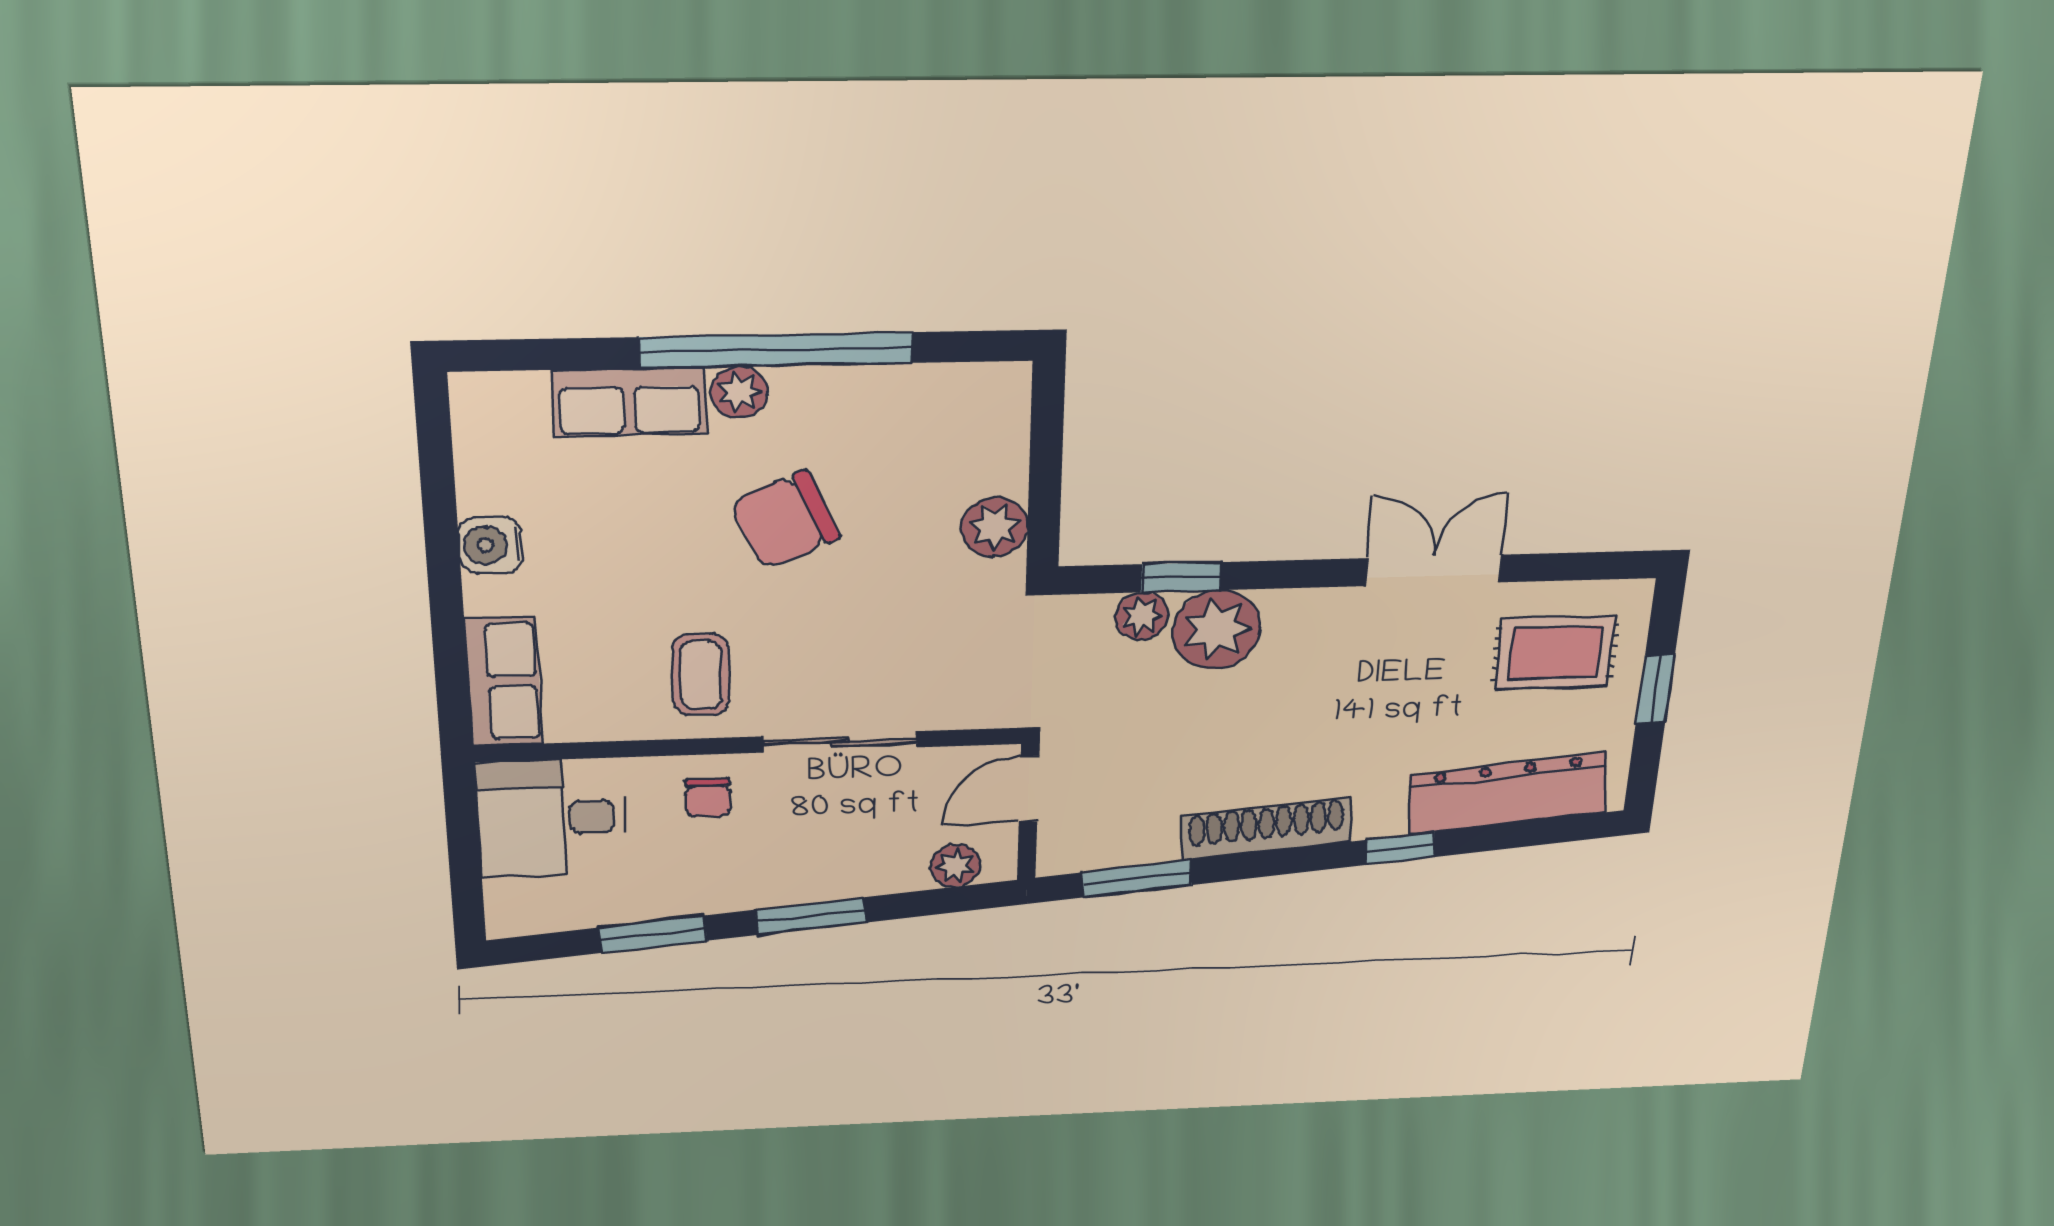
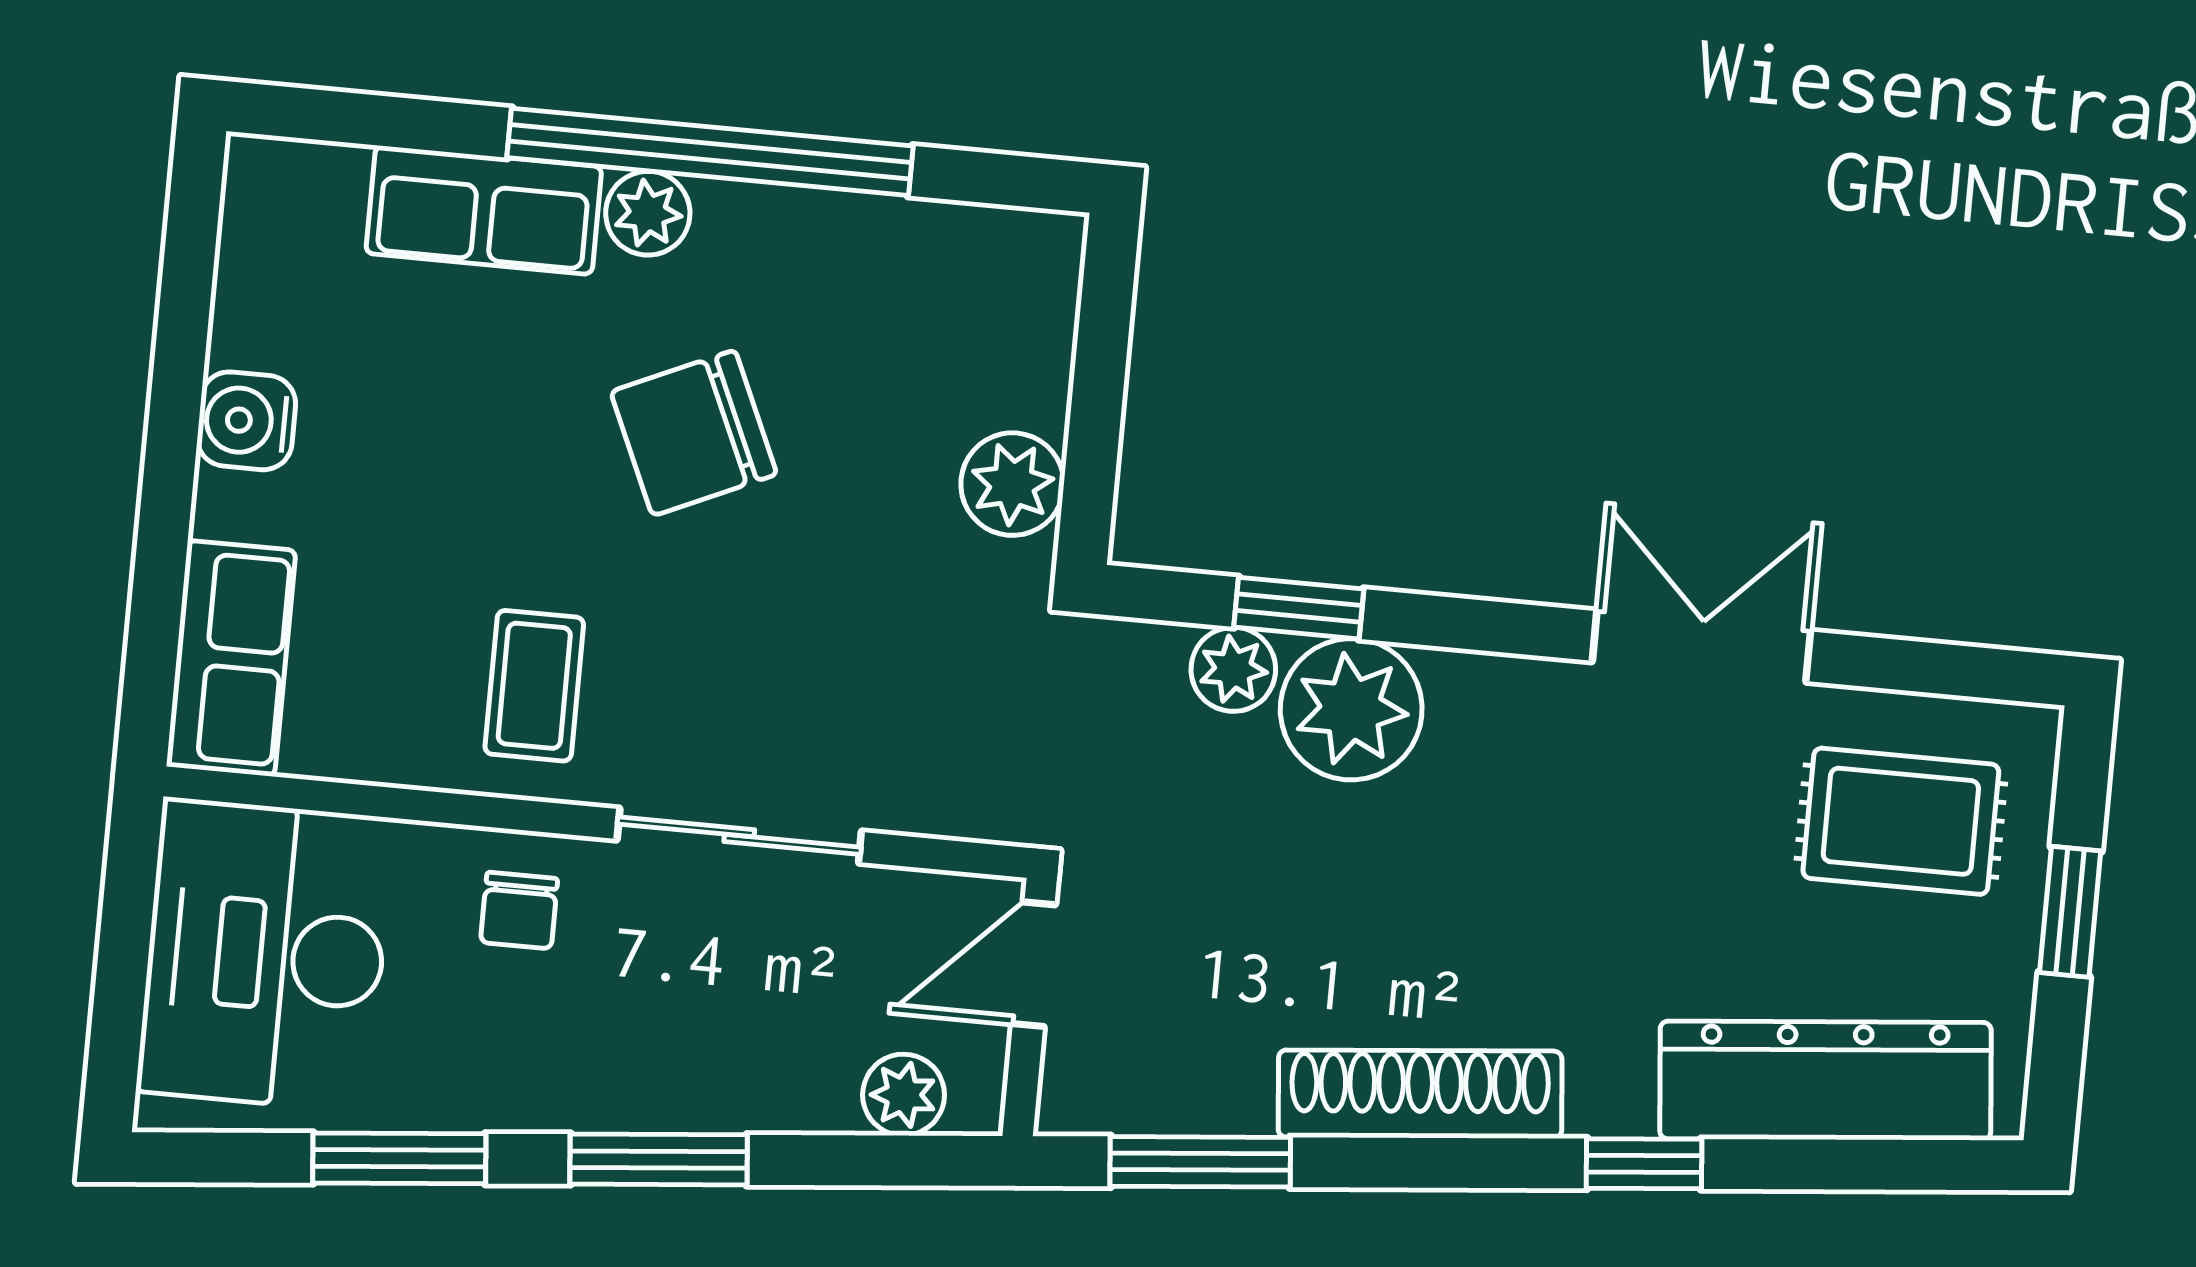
desk: (552, 818) -> (265, 955), width x1.37

